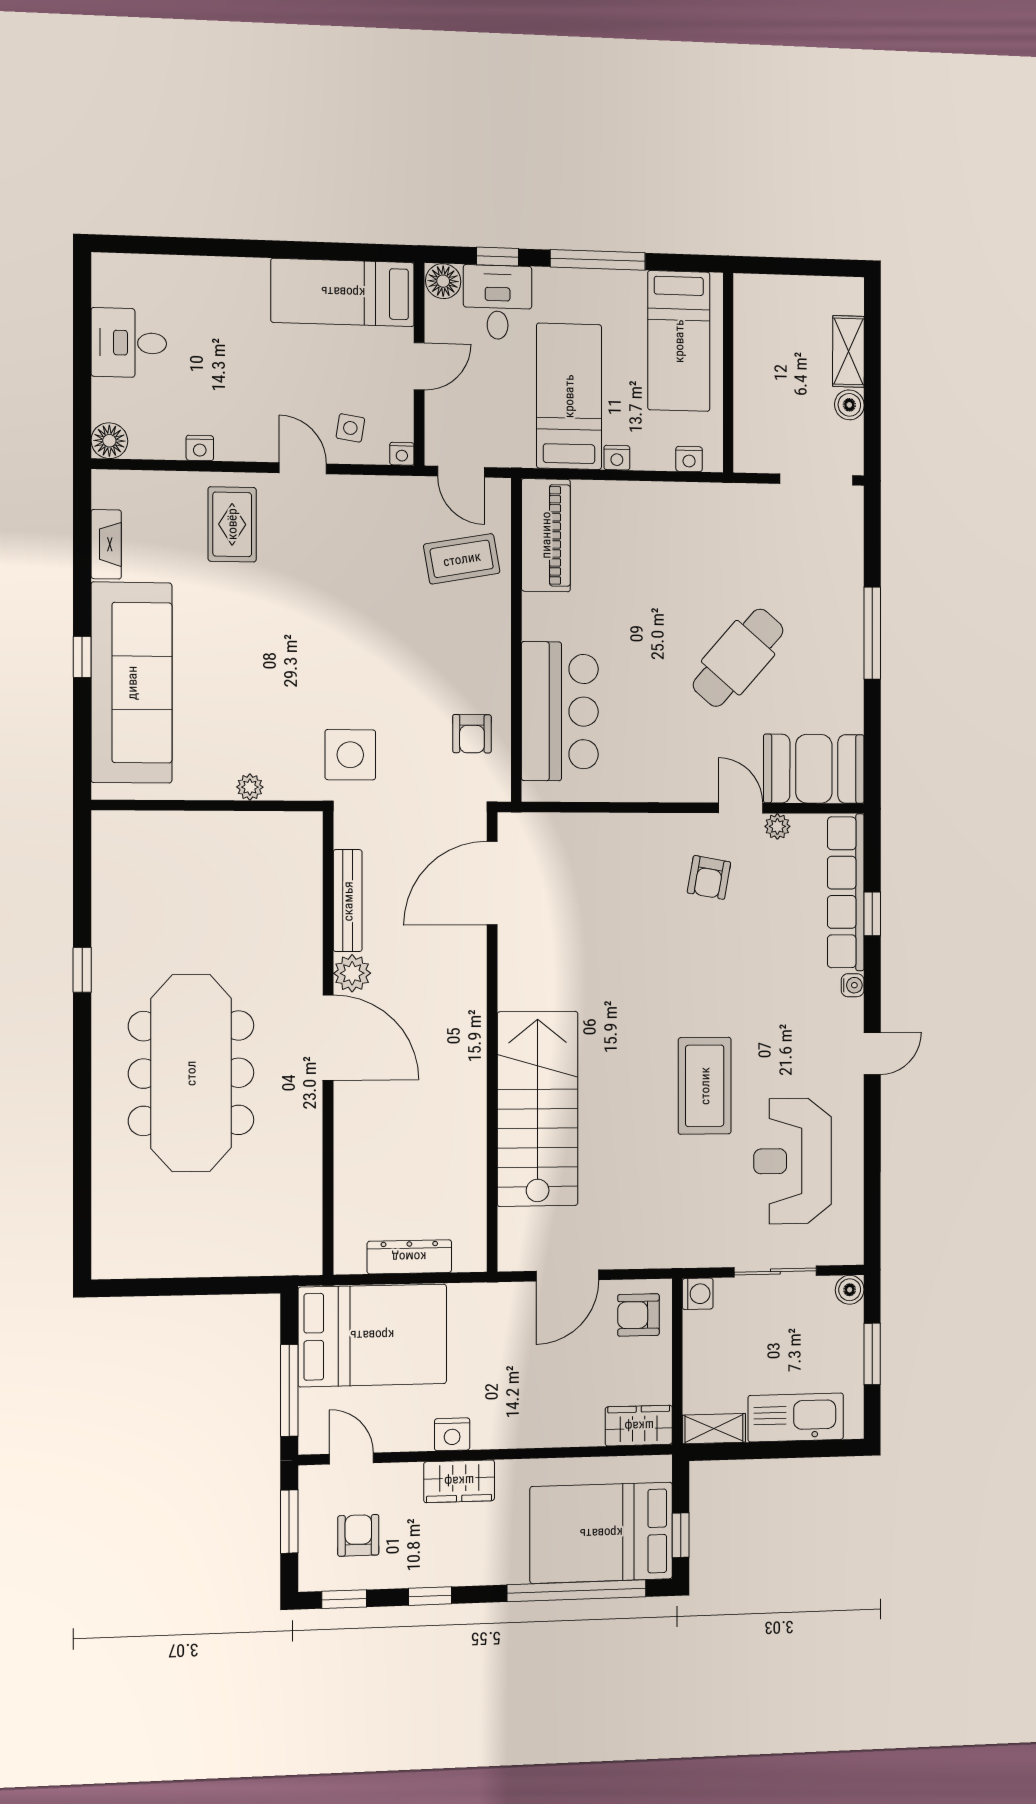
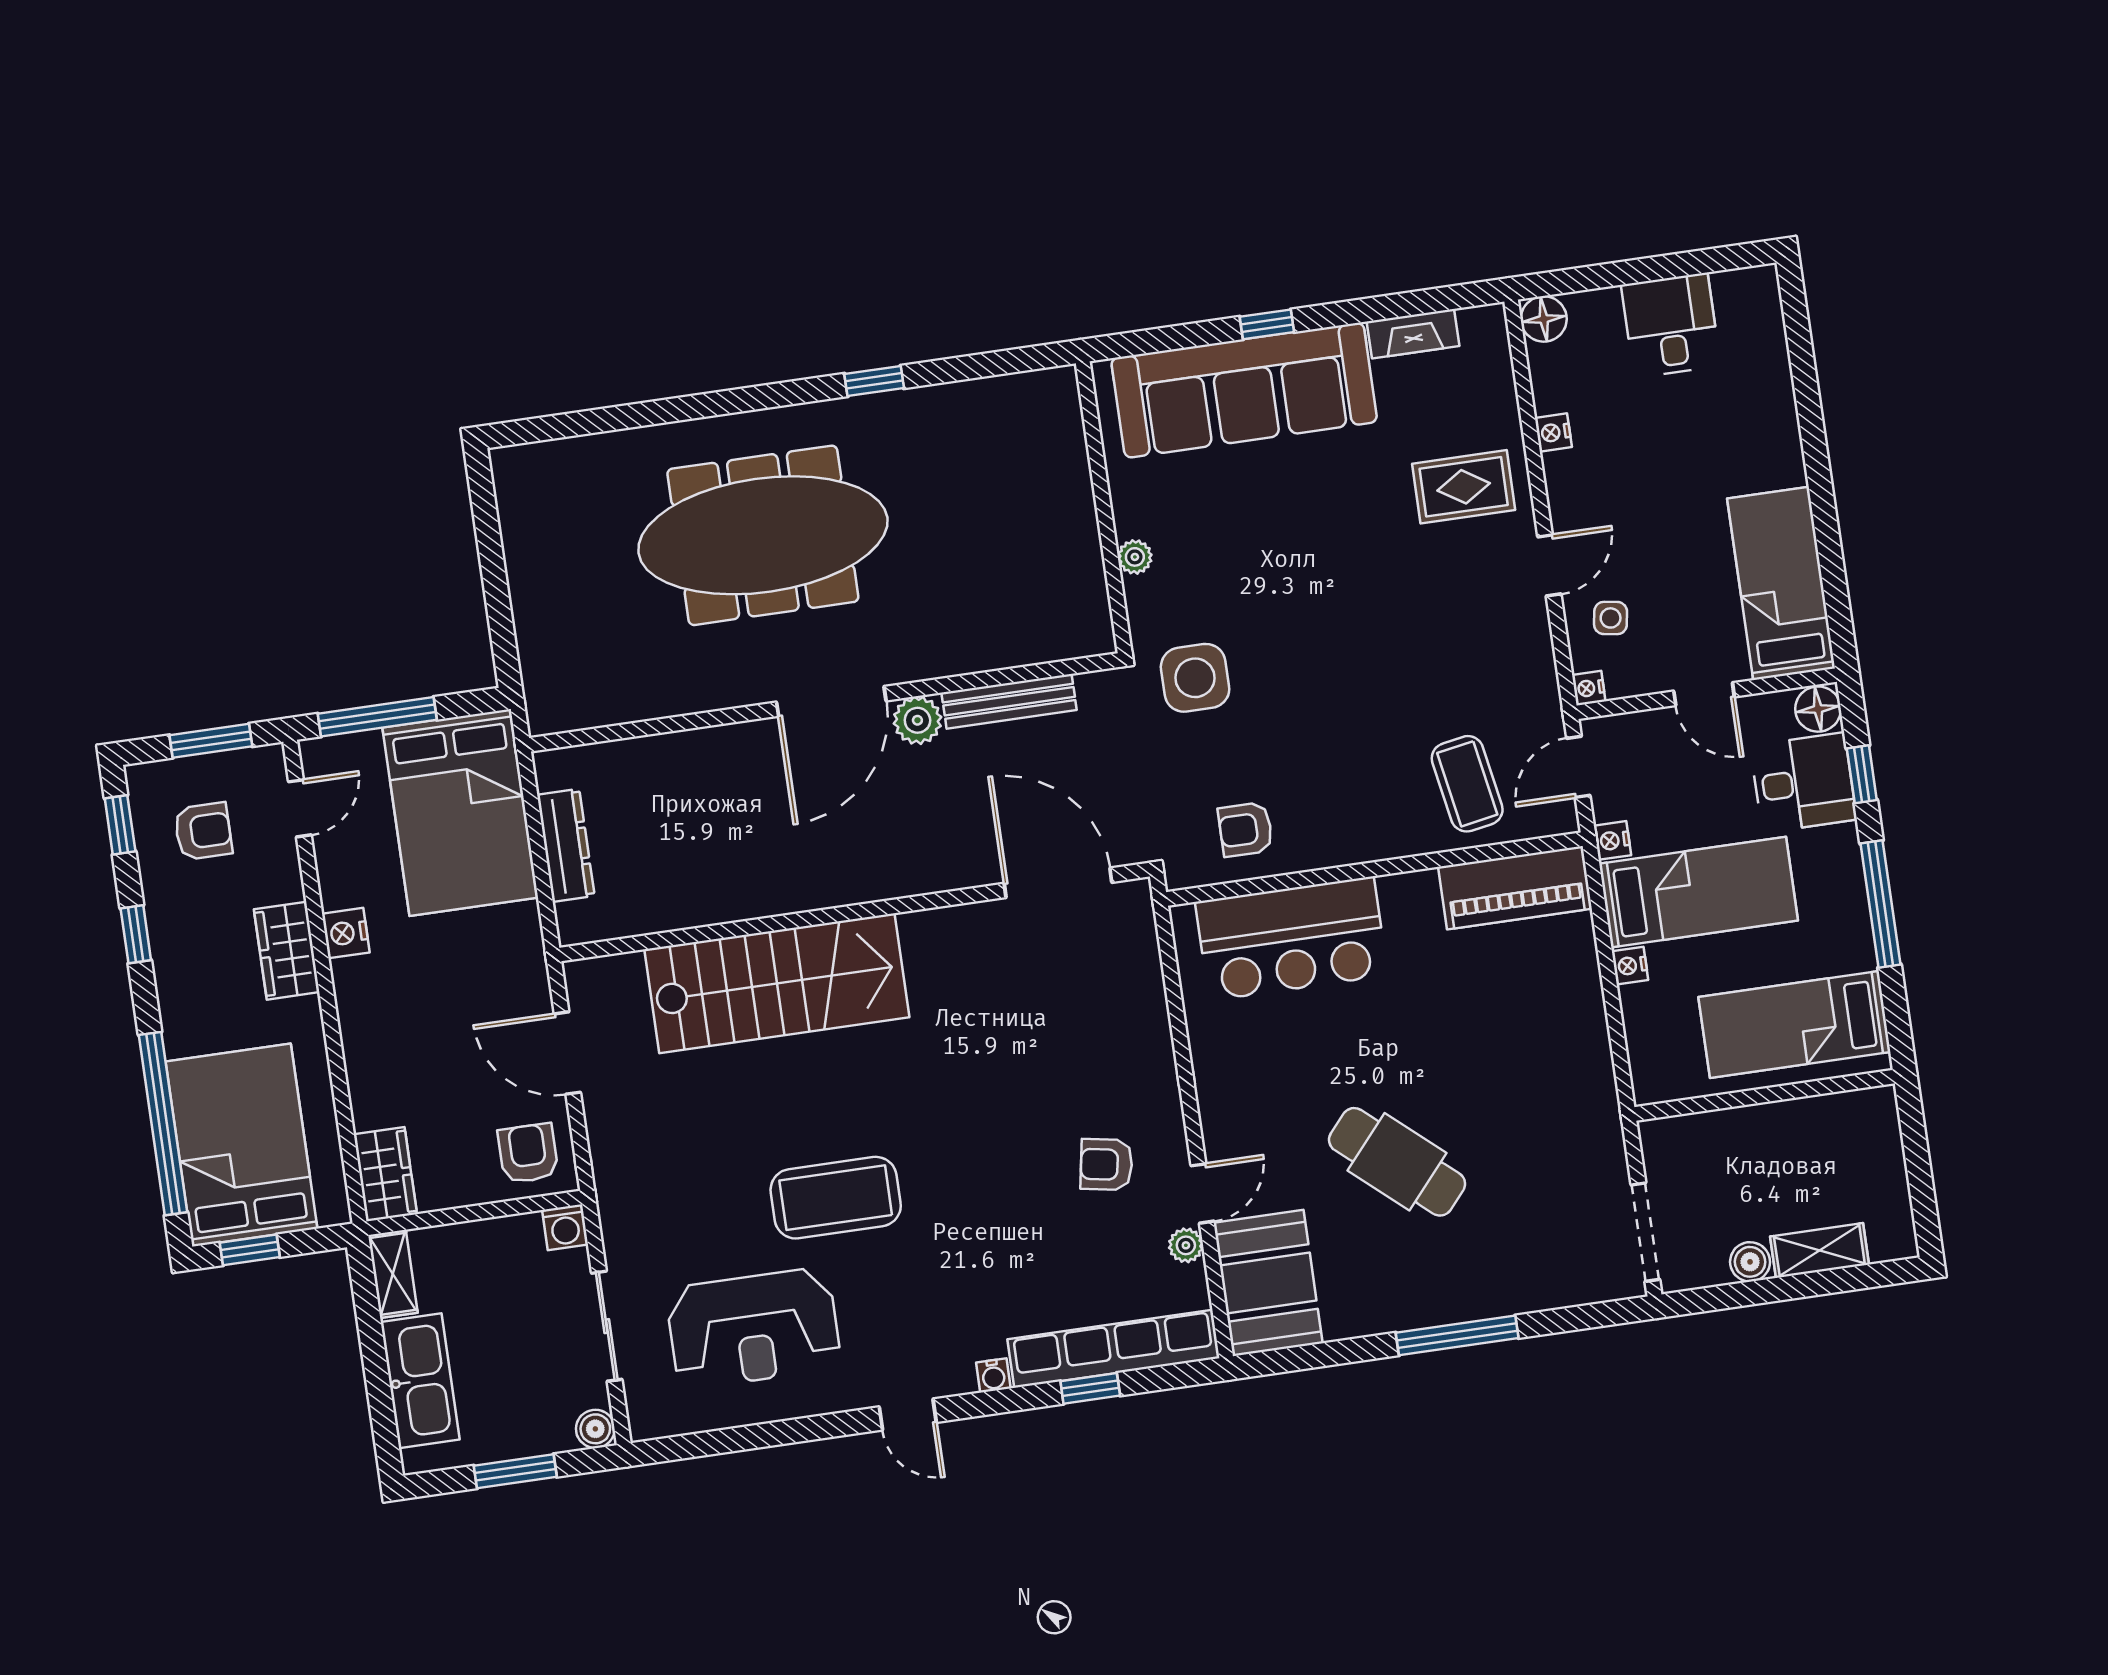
nightstand: (689, 459) -> (1612, 840), moved
reception desk: (793, 1161) -> (753, 1328), turned 180

